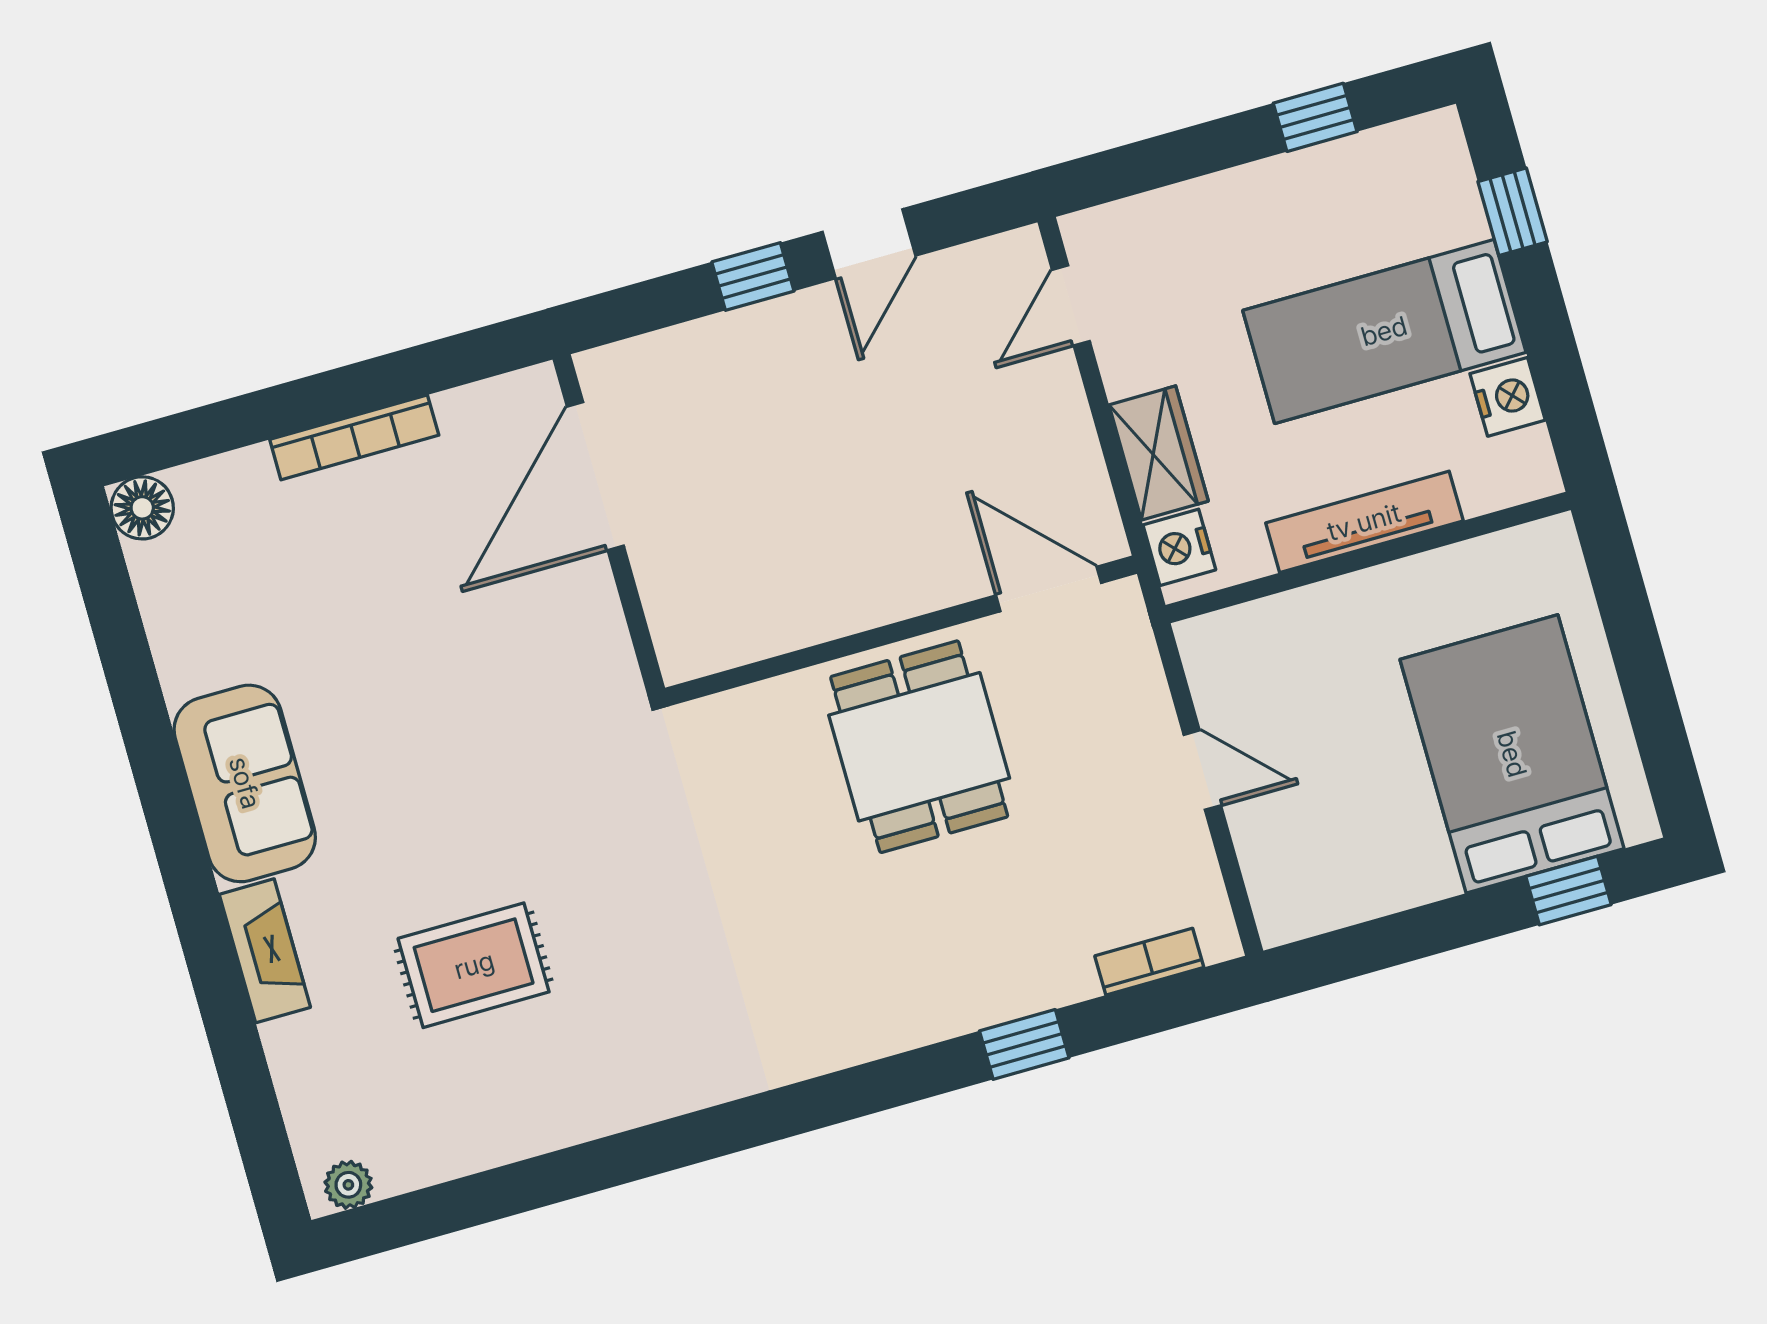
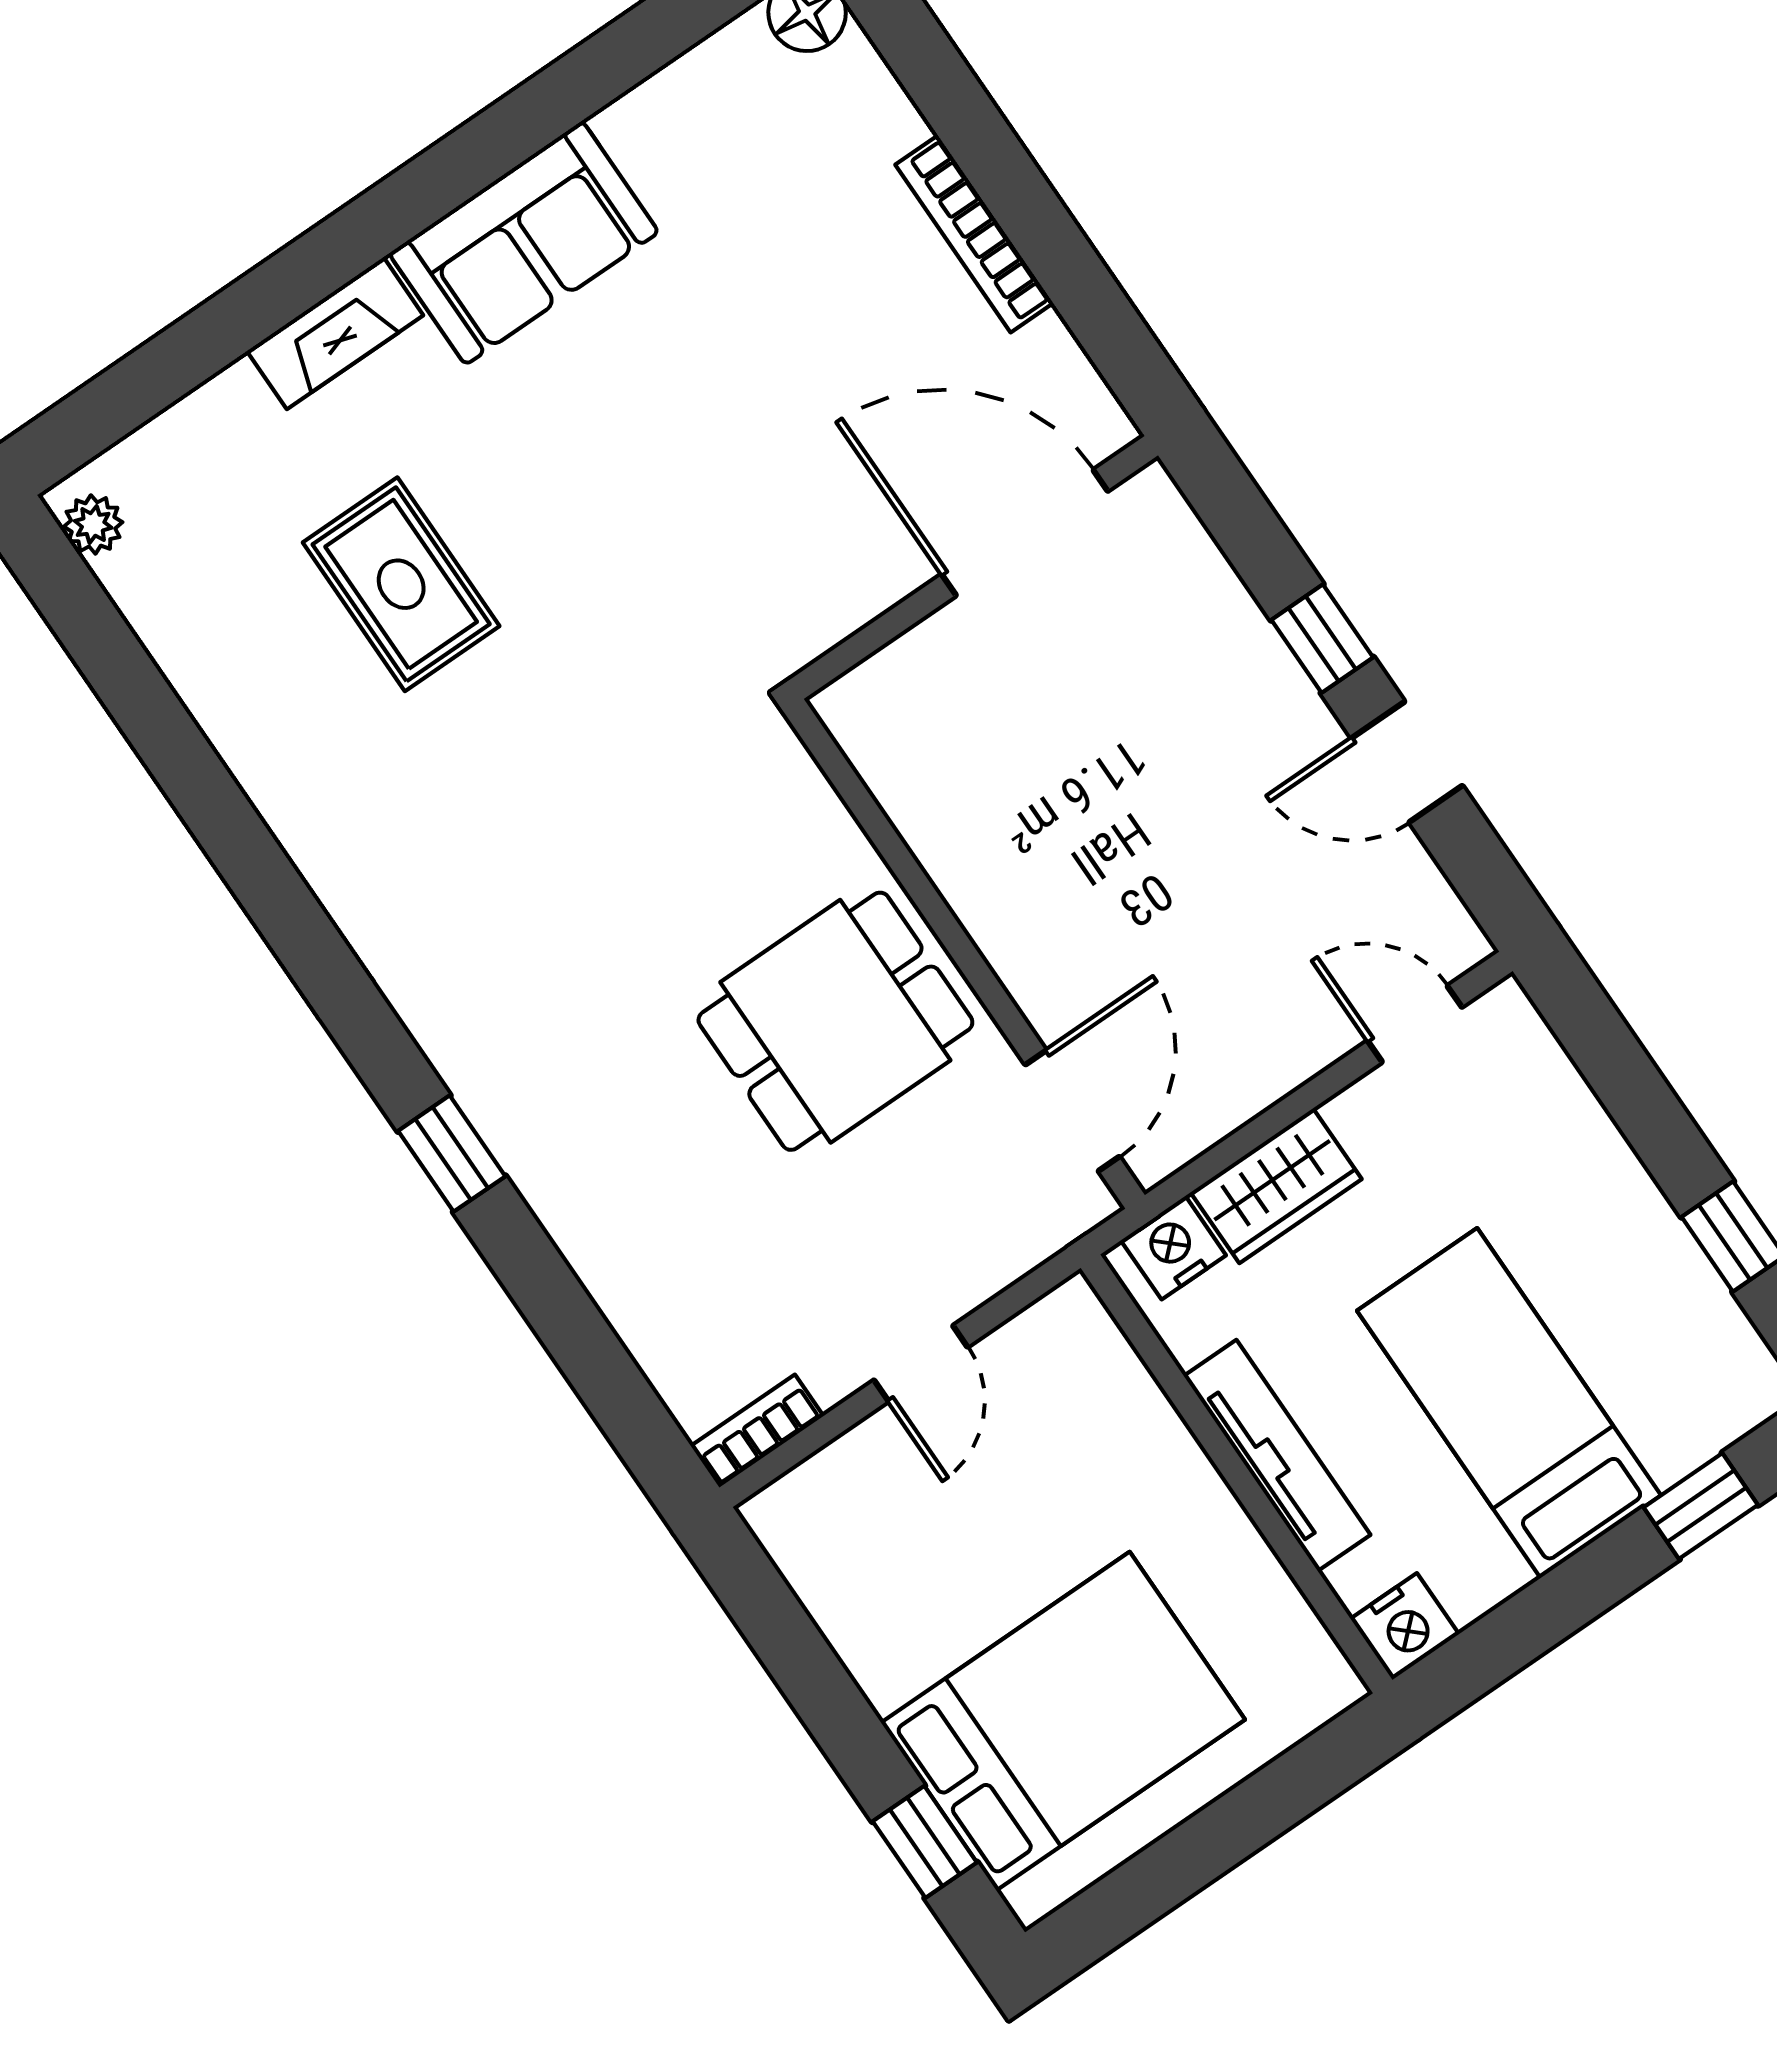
nightstand: (1508, 397) -> (1405, 1626), moved
bookcase: (1149, 962) -> (757, 1431), moved, turned -90
window: (1024, 1044) -> (452, 1154), moved

